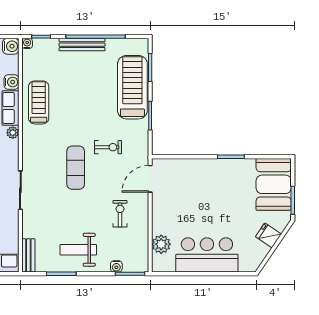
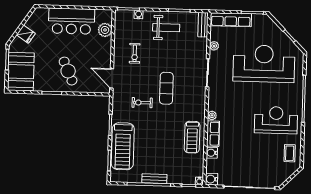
bench: (82, 45) -> (154, 179), width x0.73
door: (150, 179) -> (112, 78), swing flipped
cafe table: (210, 187) -> (68, 71), added
plant: (13, 227) -> (214, 46), added

